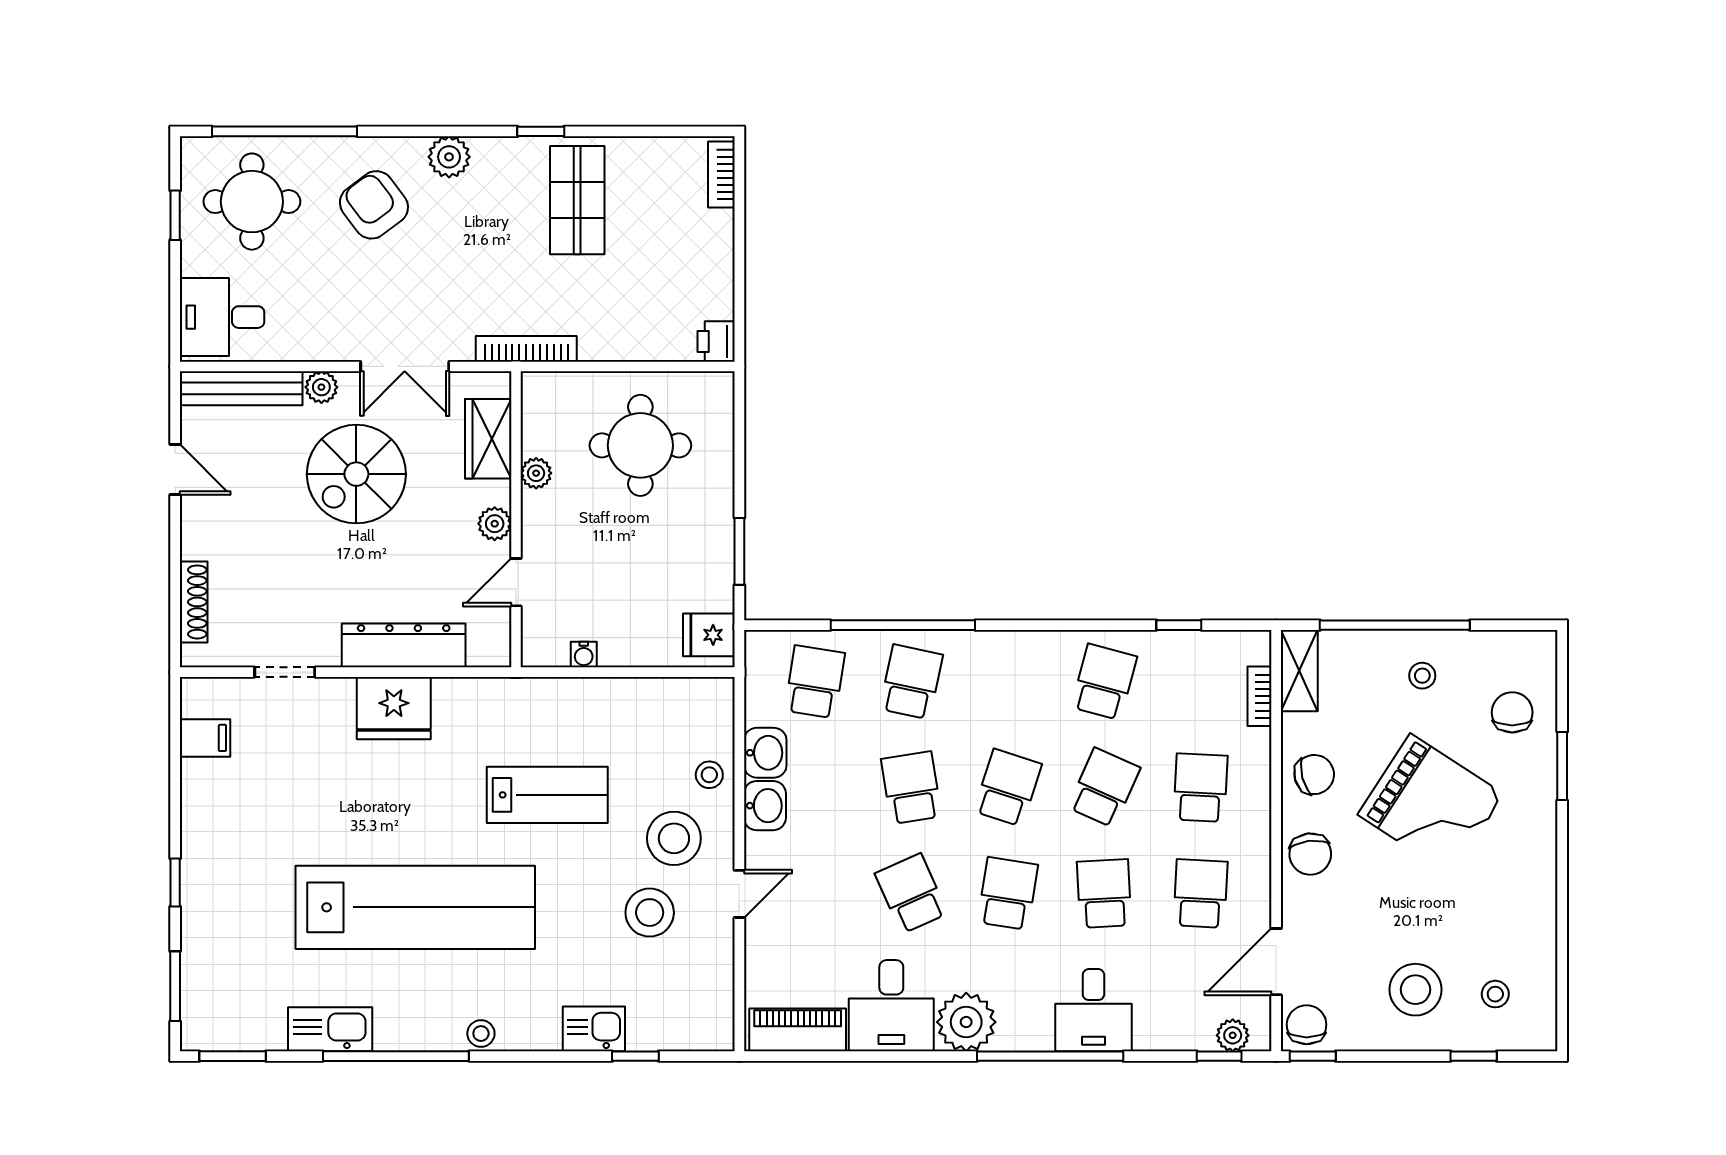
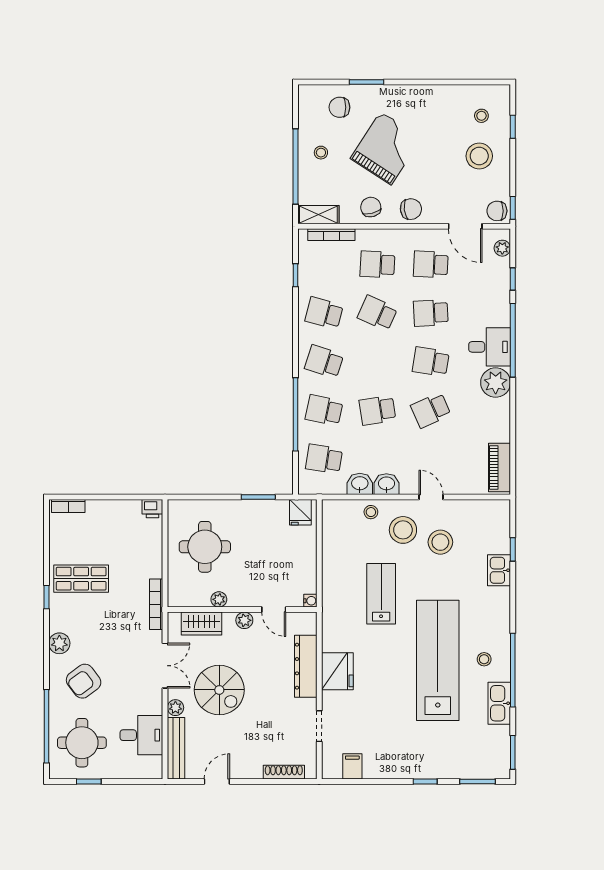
desk: (222, 317) -> (141, 735), moved, turned -90
water cooler: (584, 655) -> (310, 601), moved
bookcase: (1259, 696) -> (331, 235), width x1.56
school desk: (1008, 788) -> (324, 362), moved
desk: (891, 1006) -> (487, 420), removed
desk: (1093, 1010) -> (490, 347), moved
stool: (481, 1034) -> (484, 659), moved
window: (1219, 1056) -> (513, 279), moved

